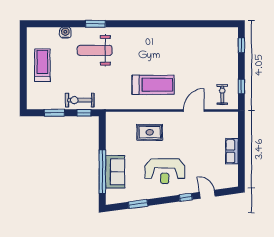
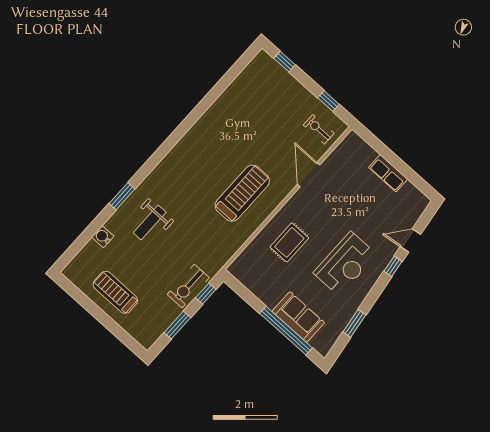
weight bench: (95, 50) -> (150, 222), width x0.73, depth x0.75

